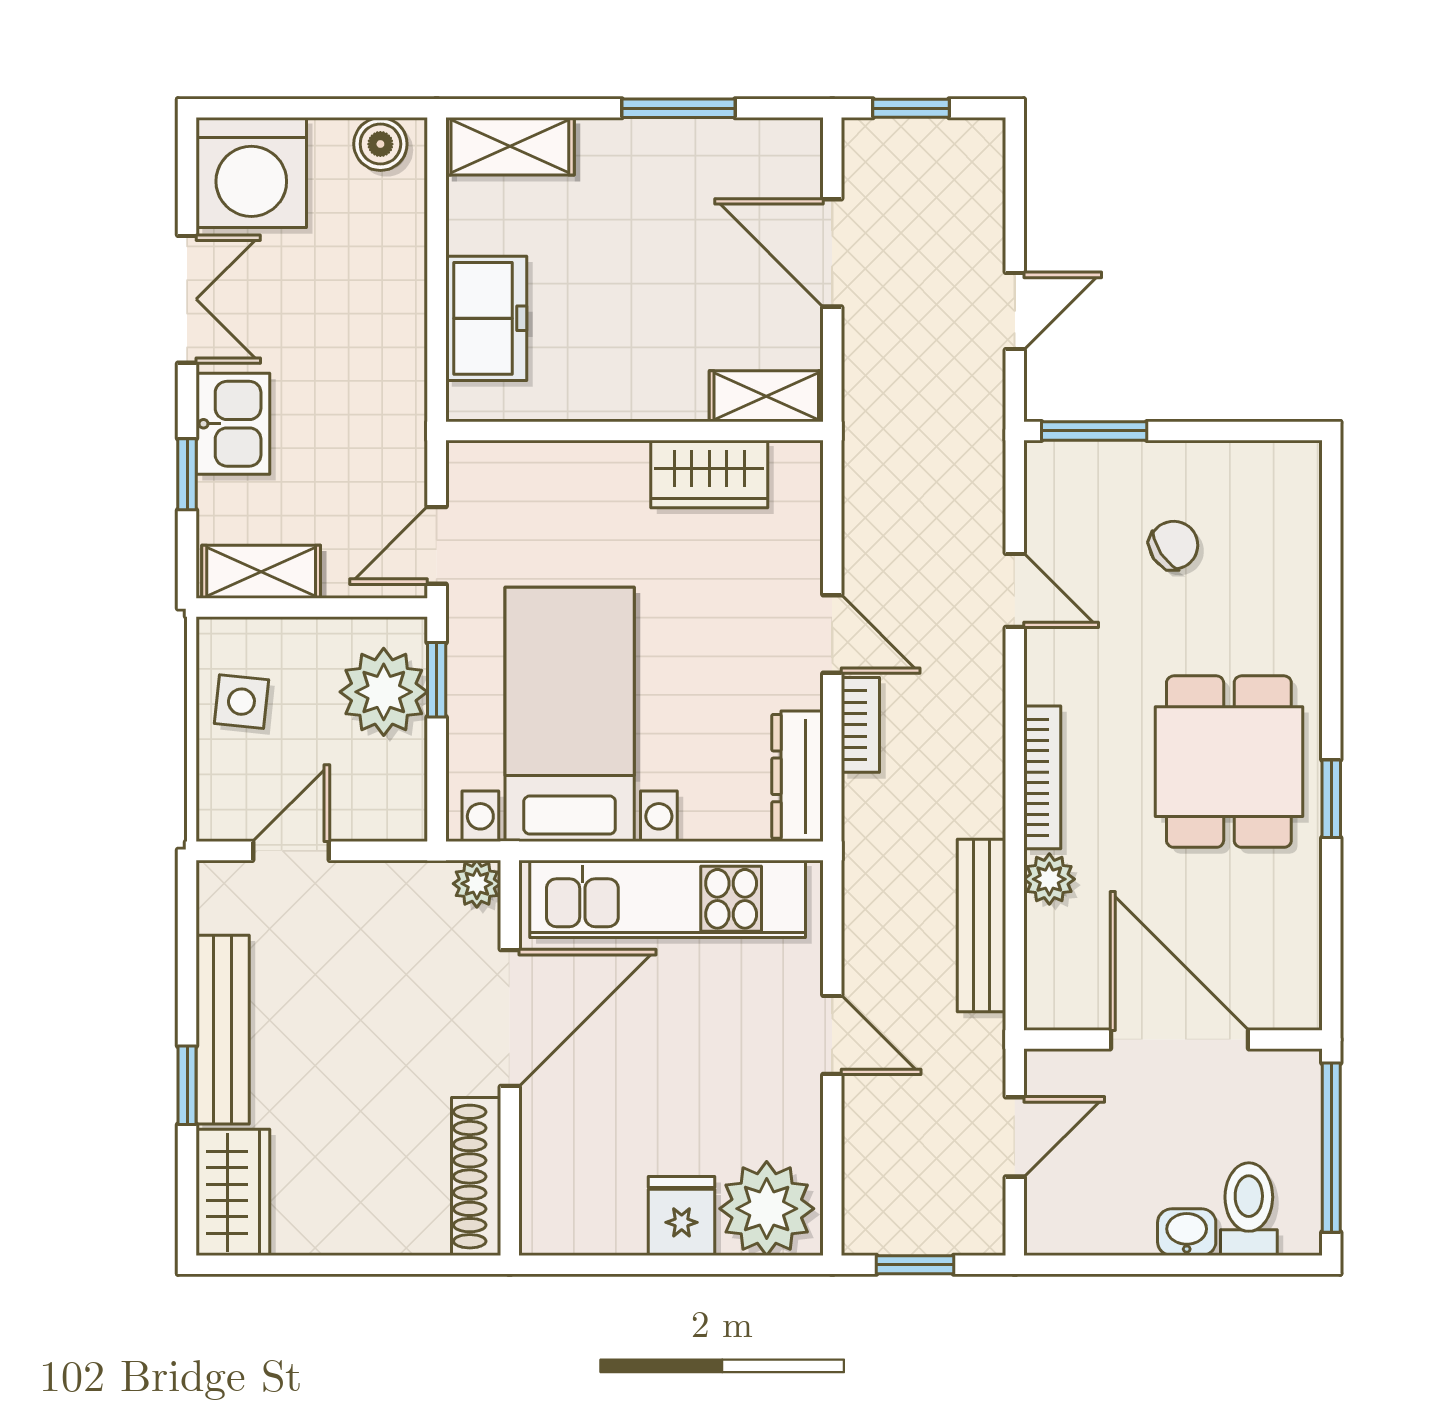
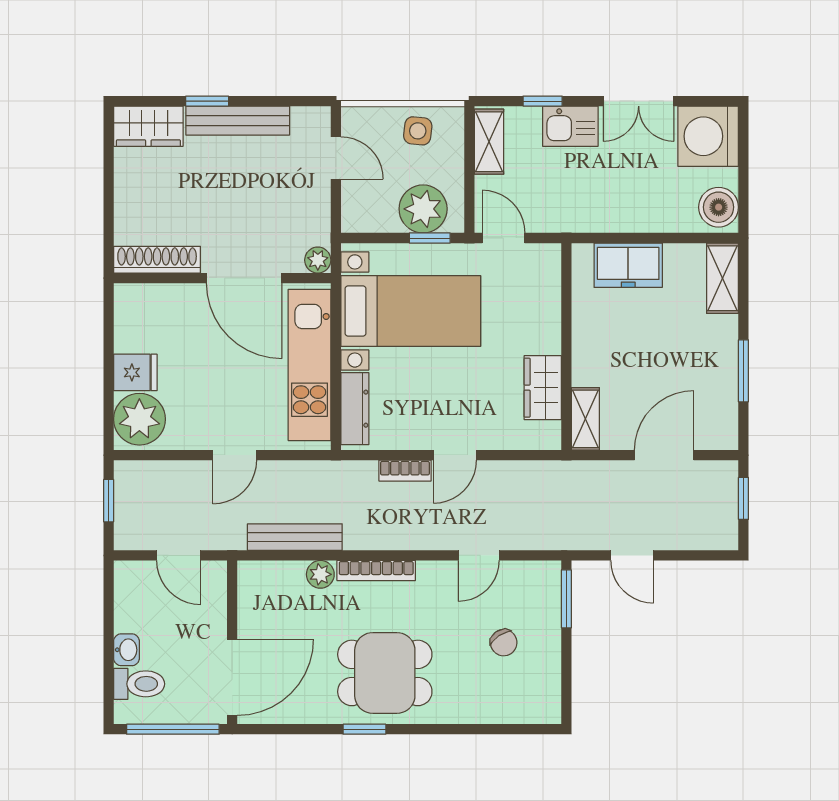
boiler: (380, 144) -> (719, 207), width x1.36, depth x1.36
dresser: (798, 776) -> (355, 409), moved, turned 90
door: (1179, 1040) -> (232, 677), moved

